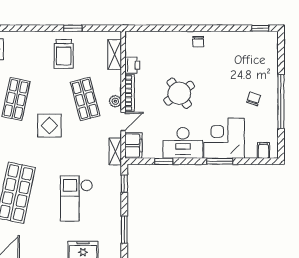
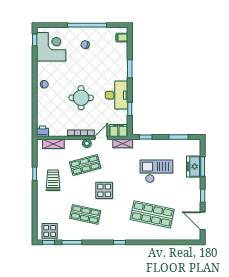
trolley: (64, 54) -> (53, 180), turned -90
printer: (132, 65) -> (43, 131), moved
round table: (179, 93) -> (81, 98), turned 35
door: (123, 122) -> (101, 138), hinge flipped
corner desk: (224, 138) -> (51, 47), moved, turned 180
checkout: (76, 199) -> (156, 171), turned 180

